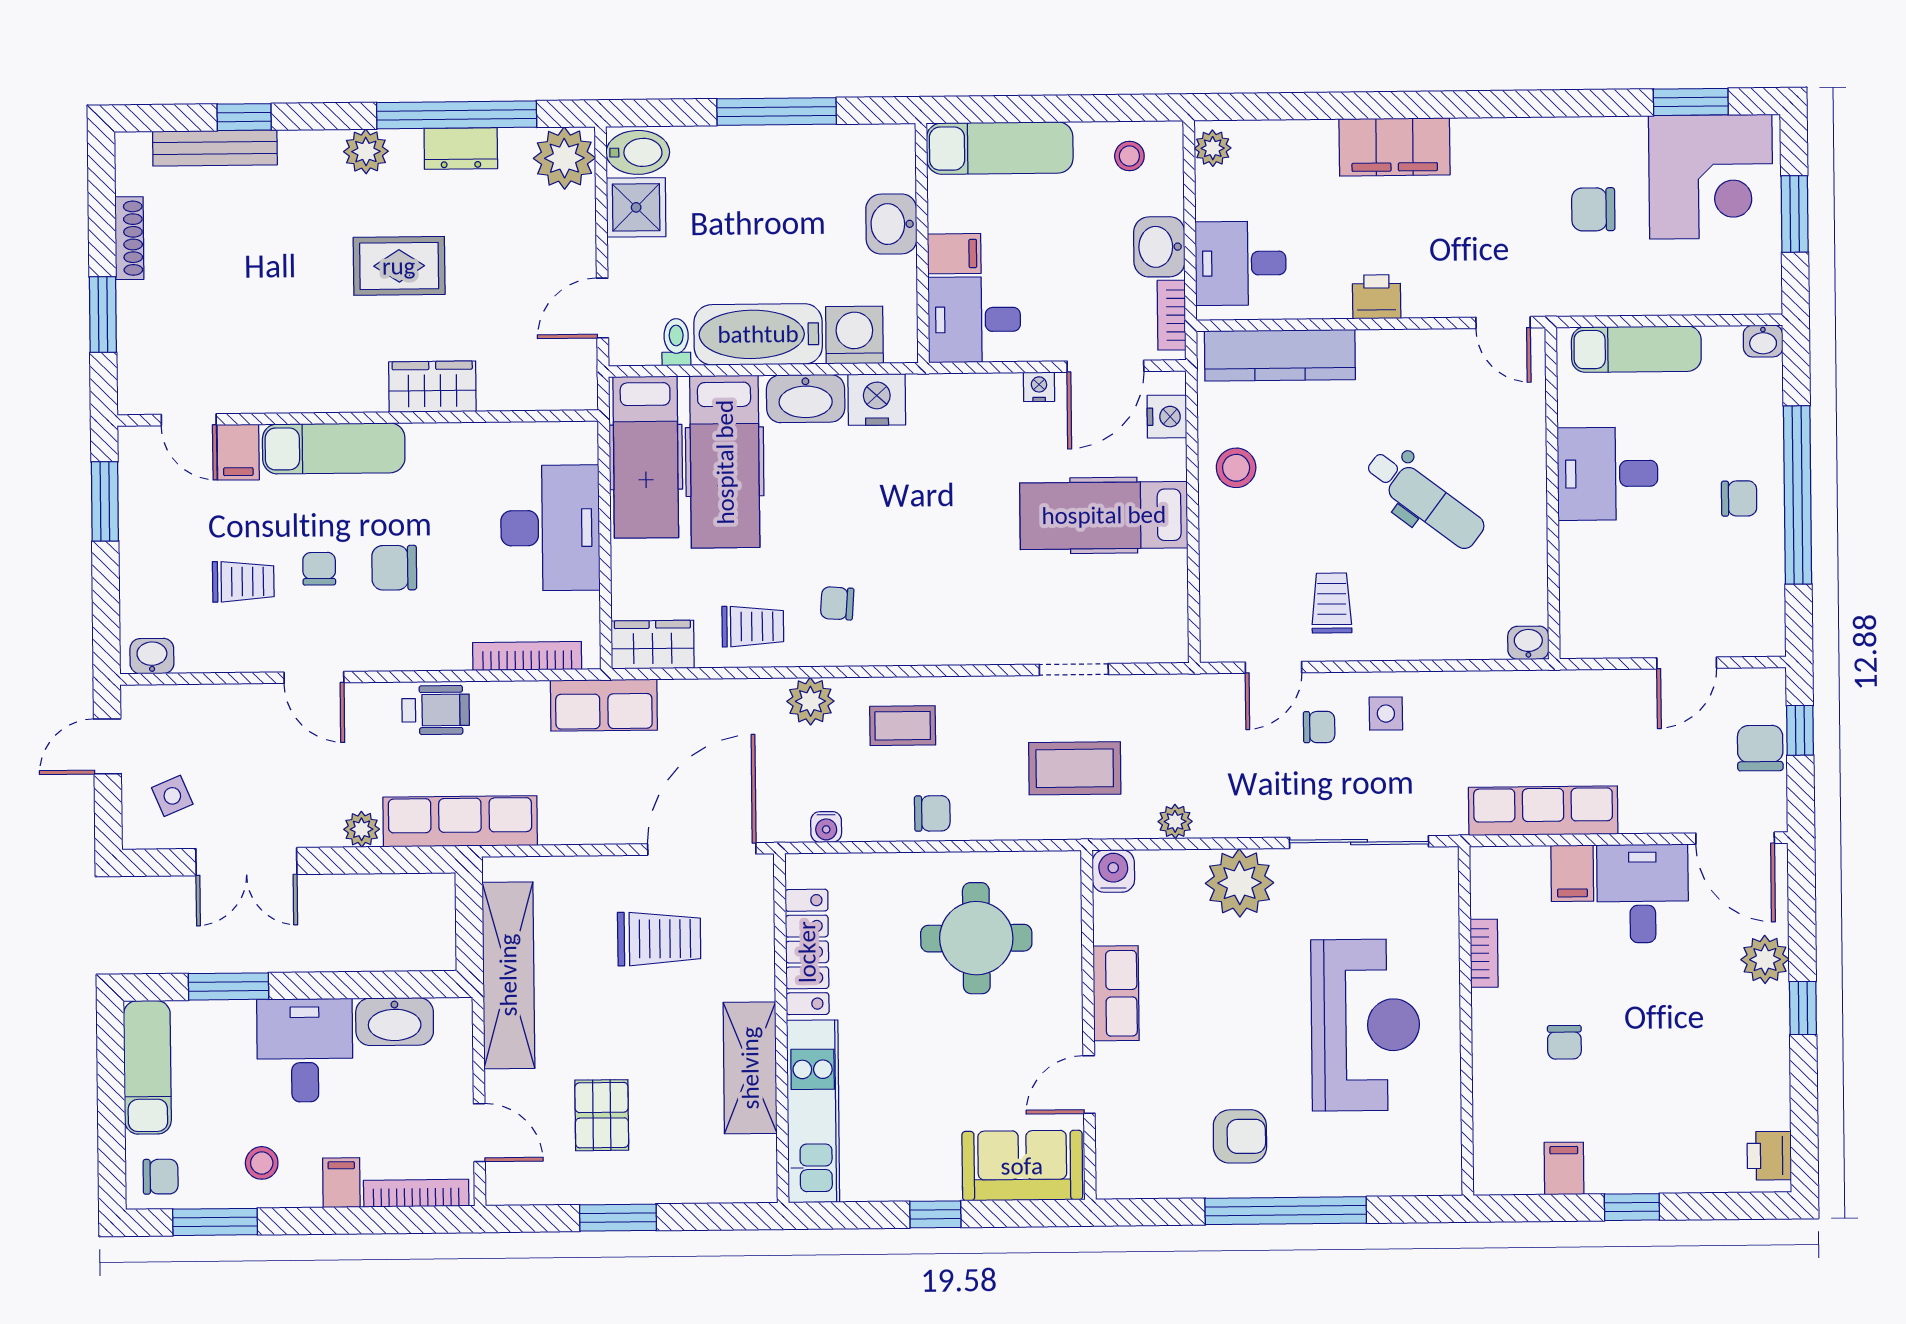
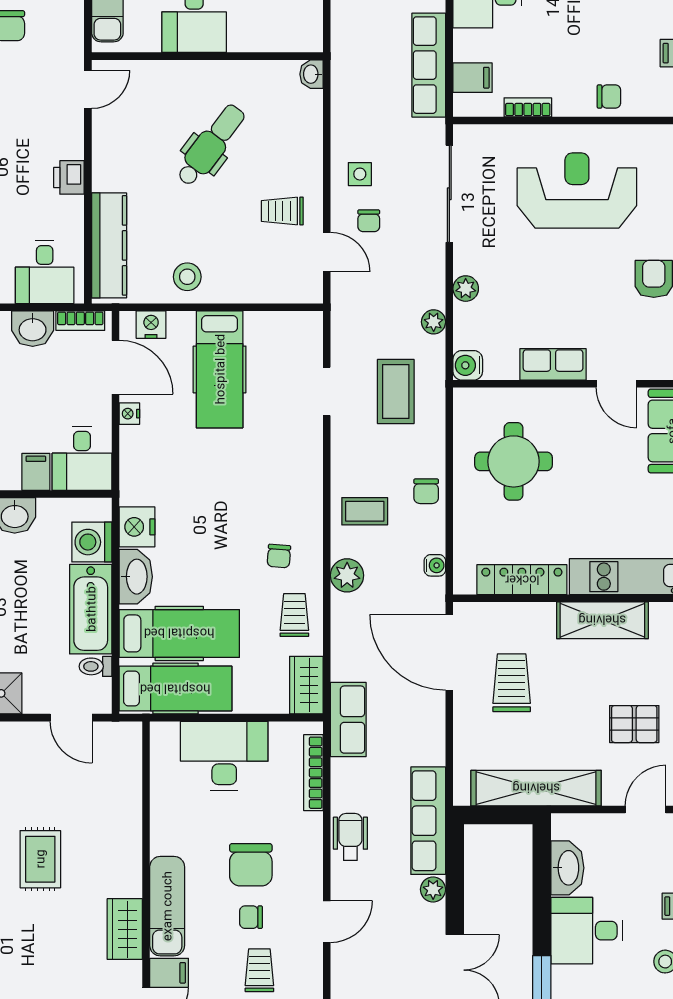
wardrobe: (432, 387) -> (125, 929), moved
chair: (394, 568) -> (251, 865), width x1.37, depth x1.37
coffee table: (903, 726) -> (365, 511), turned 90
chair: (1319, 727) -> (369, 221), turned 180
chair: (932, 813) -> (426, 491), turned 180
filing cabinet: (1572, 873) -> (473, 78), moved
plant: (1240, 883) -> (466, 289), width x0.53, depth x0.53
chair: (1564, 1042) -> (609, 96), moved

